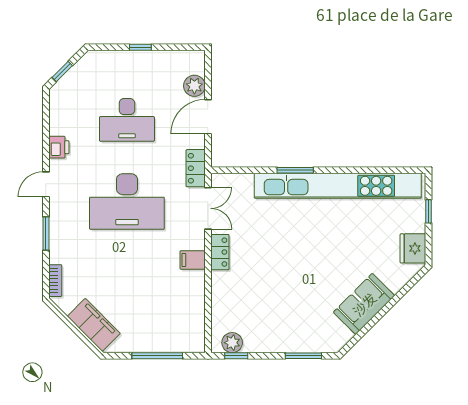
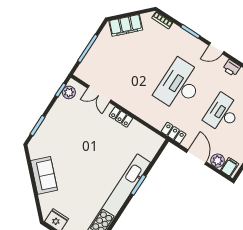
door: (46, 184) -> (216, 48), swing flipped
double door: (208, 208) -> (99, 94), moved
filing cabinet: (193, 260) -> (230, 167), moved

